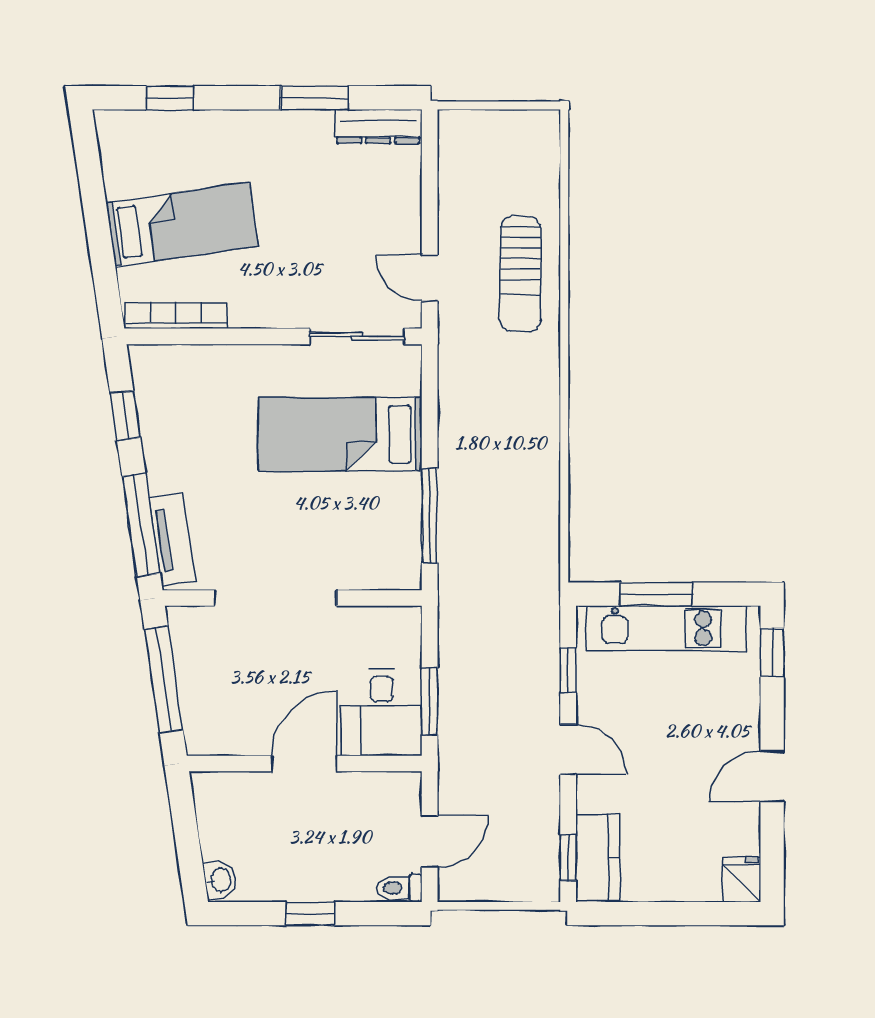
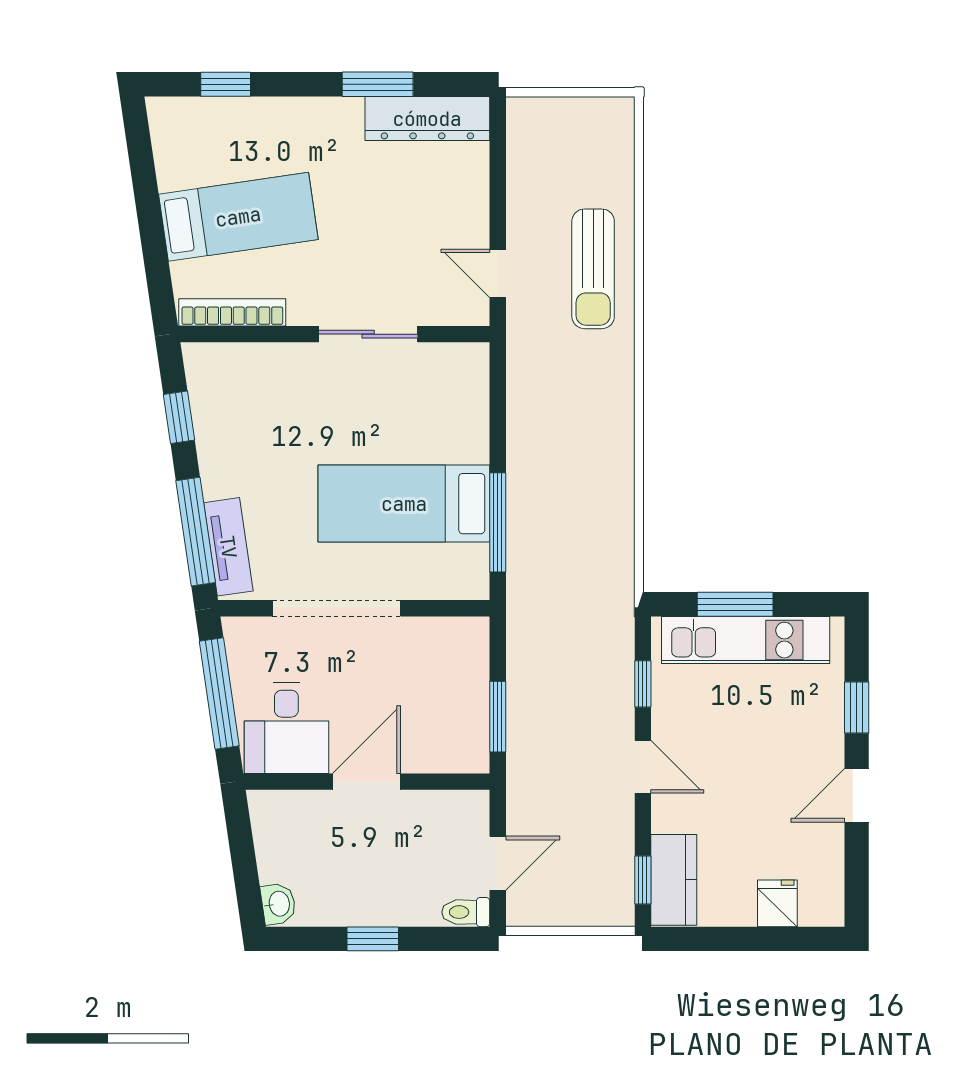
dresser: (378, 126) -> (427, 119), width x1.37, depth x1.24
sliding door: (357, 336) -> (368, 334), moved
bed: (340, 434) -> (404, 504), moved
window: (772, 652) -> (857, 708), moved
desk: (382, 712) -> (286, 728), moved
fridge: (742, 880) -> (777, 903), moved

